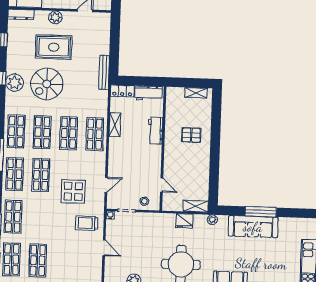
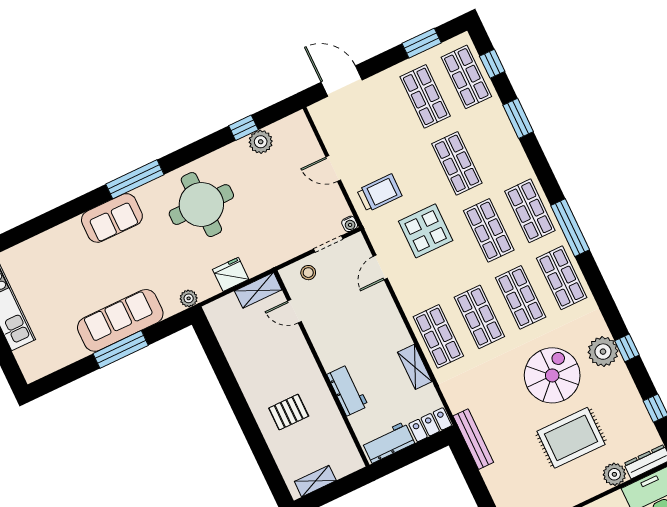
plant: (55, 17) -> (614, 474), moved
shelving: (196, 206) -> (258, 290), moved
shop shelf: (13, 217) -> (457, 163), moved

